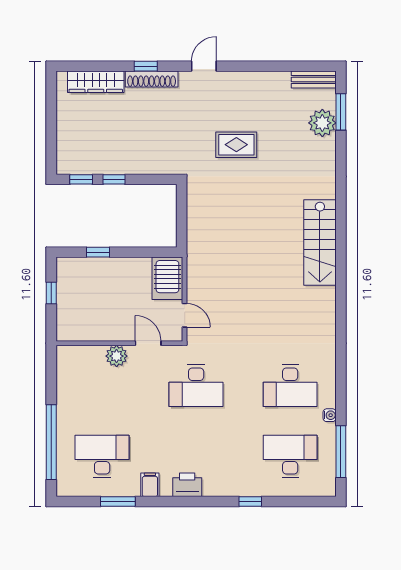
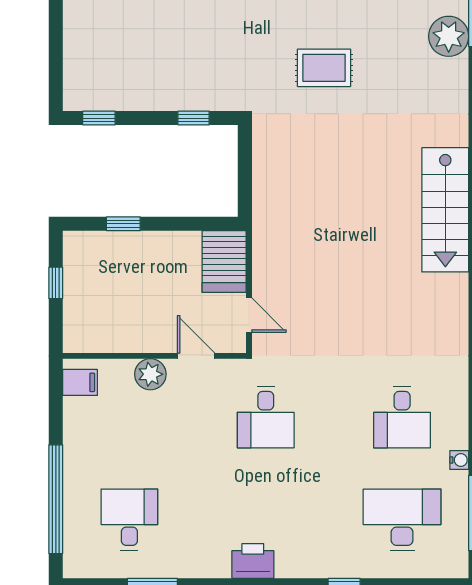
window: (114, 179) -> (194, 118), moved
desk: (196, 386) -> (266, 417), width x0.73
desk: (290, 386) -> (402, 417), width x0.73
desk: (102, 456) -> (129, 520), width x0.73
filing cabinet: (150, 485) -> (80, 382), moved, turned 90

